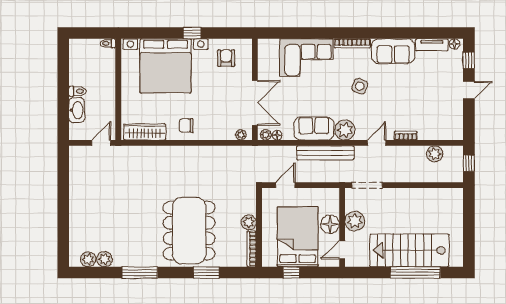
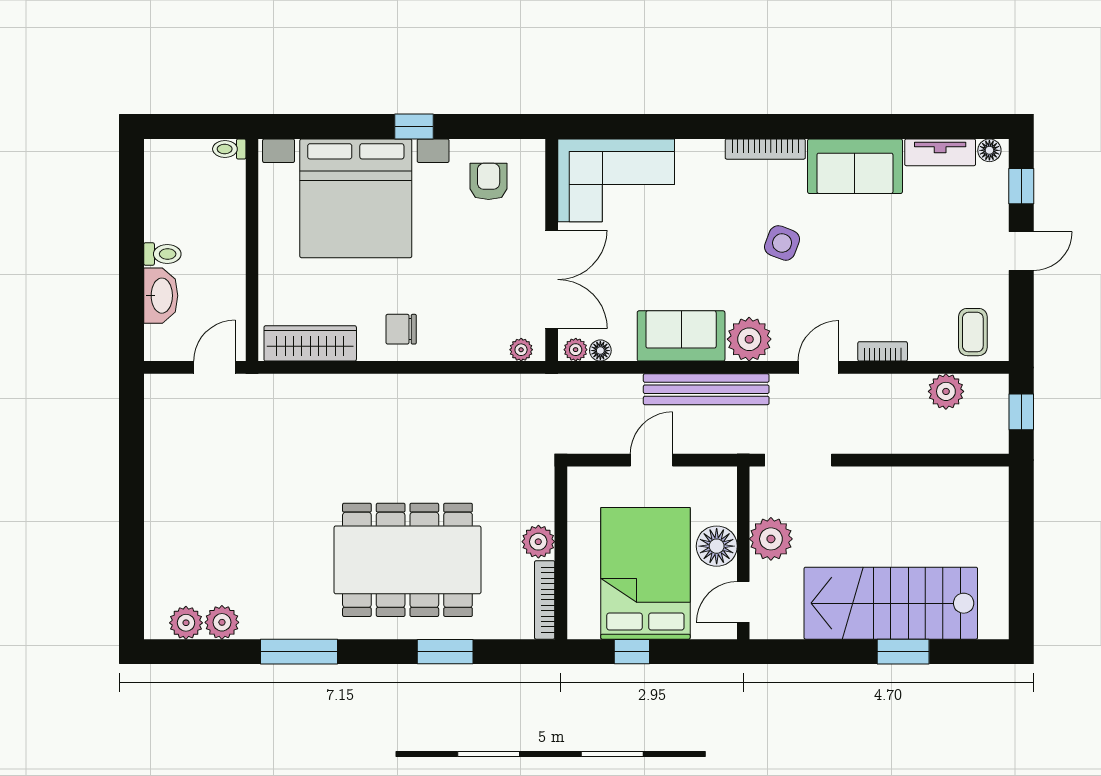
corner sofa: (306, 58) -> (616, 180), moved
coffee table: (447, 127) -> (973, 332), added
door: (285, 185) -> (652, 460), moved
dining table: (189, 231) -> (407, 560), turned 90
window: (415, 272) -> (903, 652), width x0.47

